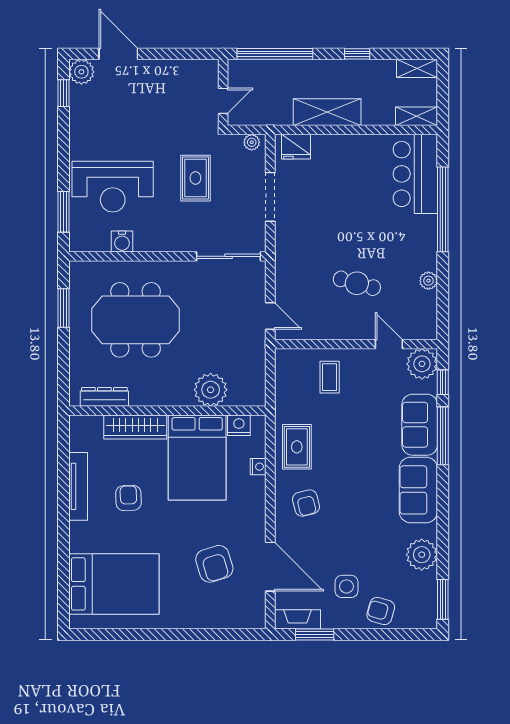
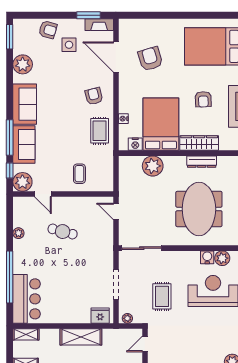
plant: (98, 240) -> (222, 258), added
meeting table: (136, 320) -> (199, 209), turned 90
dresser: (104, 397) -> (202, 162), moved

